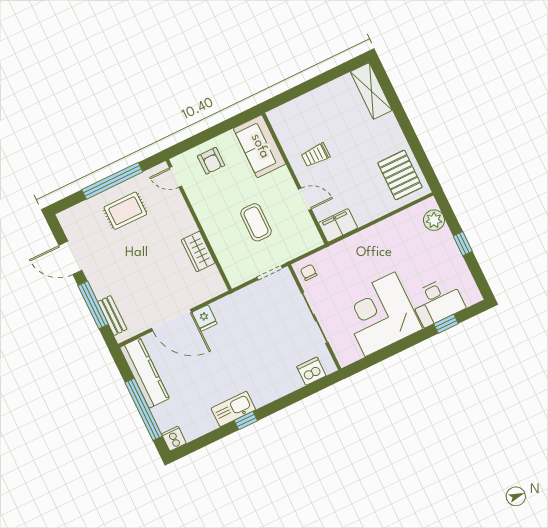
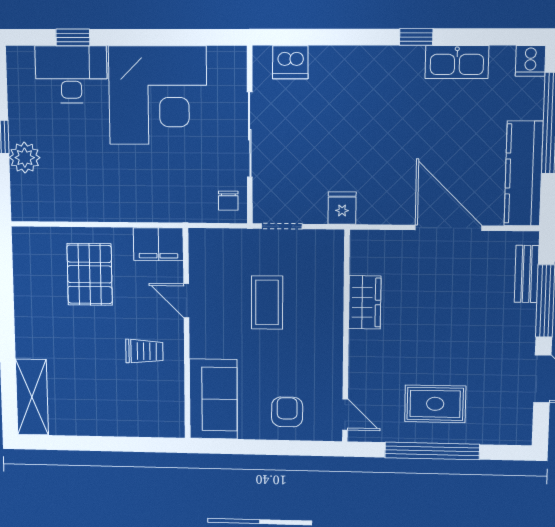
pallet: (400, 175) -> (90, 274), moved
plant: (434, 220) -> (25, 158), moved
fridge: (205, 318) -> (342, 208), moved
kitchen sink: (233, 409) -> (457, 62), moved

